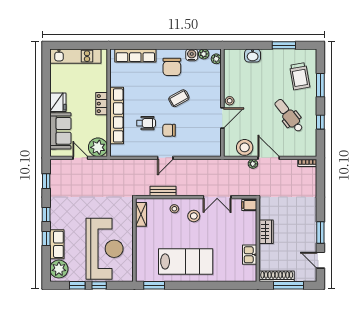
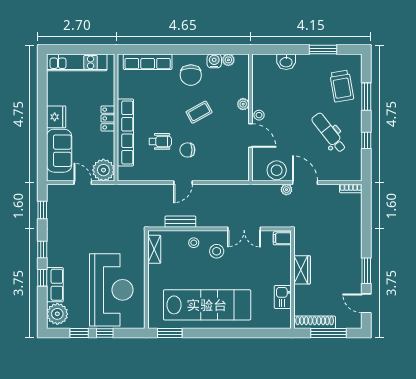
plant: (216, 59) -> (243, 104), moved
door: (222, 118) -> (251, 136), hinge flipped
lab bench: (186, 261) -> (207, 305), width x1.36

